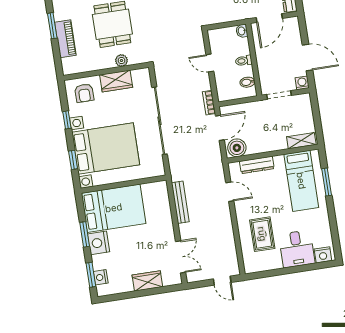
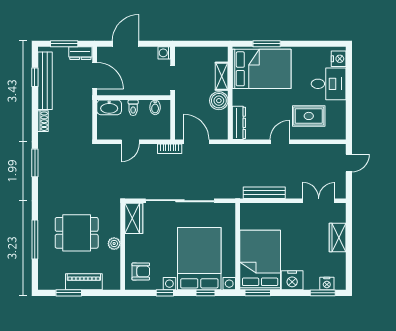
washbasin: (242, 31) -> (109, 107), width x1.91, depth x1.45
door: (307, 57) -> (126, 44), moved
plant: (121, 61) -> (114, 244), moved
wardrobe: (116, 81) -> (134, 218), moved
shelving: (301, 141) -> (222, 76), moved
boiler: (237, 148) -> (219, 101), moved
dresser: (257, 165) -> (239, 123), moved
bed: (301, 181) -> (262, 69), width x1.50
door: (230, 192) -> (280, 142), moved
window: (85, 234) -> (258, 293), moved

